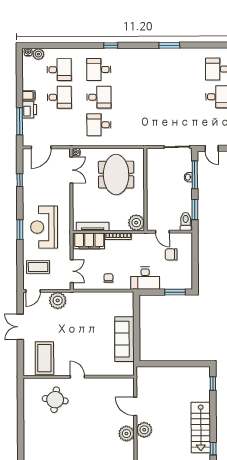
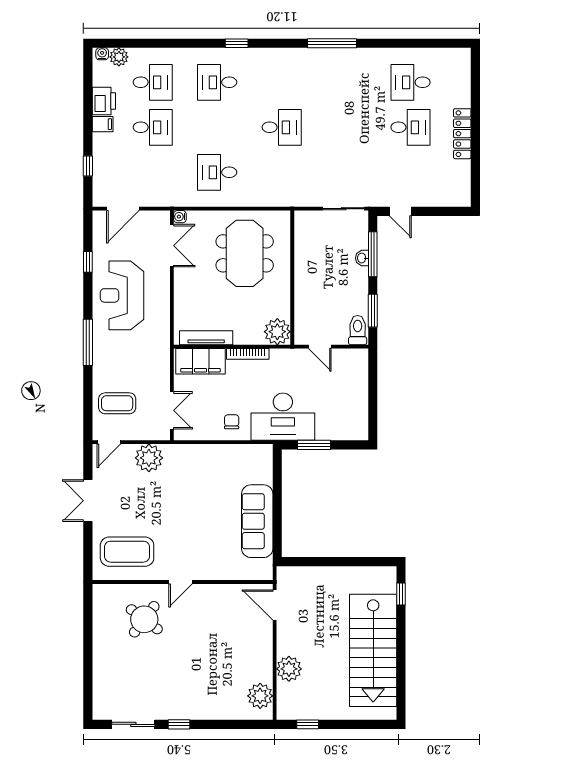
window: (169, 45) -> (332, 43), width x1.44
desk: (99, 97) -> (282, 127), moved
printer: (29, 110) -> (104, 101), moved
window: (20, 121) -> (88, 166), width x0.46
reception desk: (44, 227) -> (122, 295), moved
window: (20, 230) -> (88, 342), width x1.44
chair: (171, 254) -> (334, 384), removed
desk: (145, 278) -> (283, 417), width x1.36, depth x1.30
window: (175, 292) -> (314, 445), moved
coffee table: (44, 358) -> (127, 552), turned 90
door: (77, 377) -> (181, 582), swing flipped
round table: (55, 400) -> (144, 619), turned 30
door: (135, 406) -> (275, 605), moved
stairs: (201, 428) -> (373, 650), width x1.36, depth x1.51
plant: (126, 434) -> (260, 696), moved
window: (213, 449) -> (401, 700), removed

